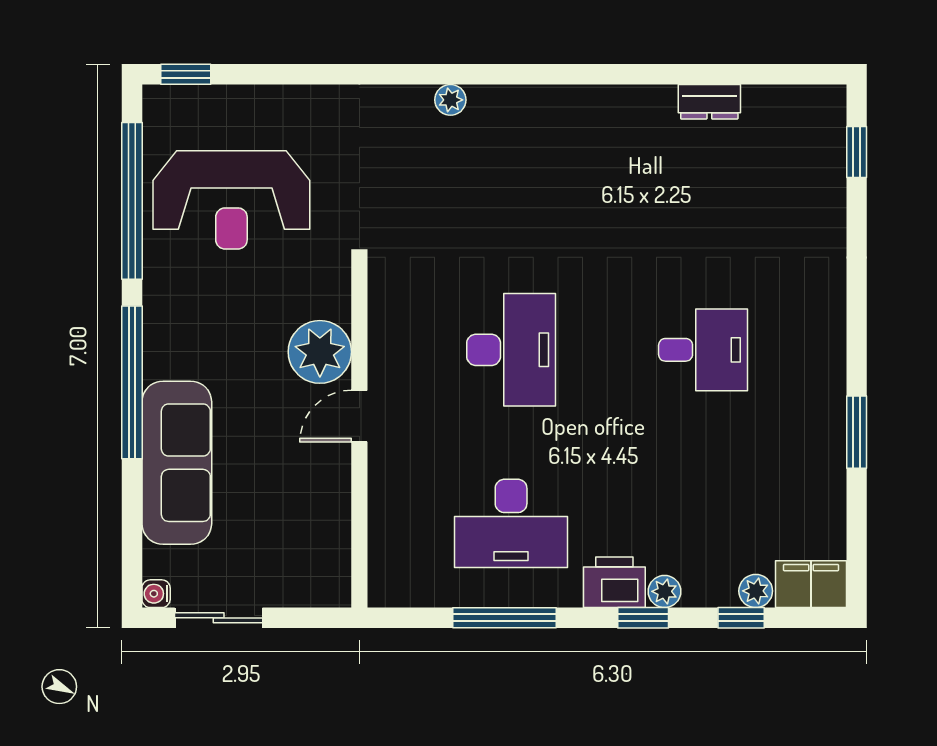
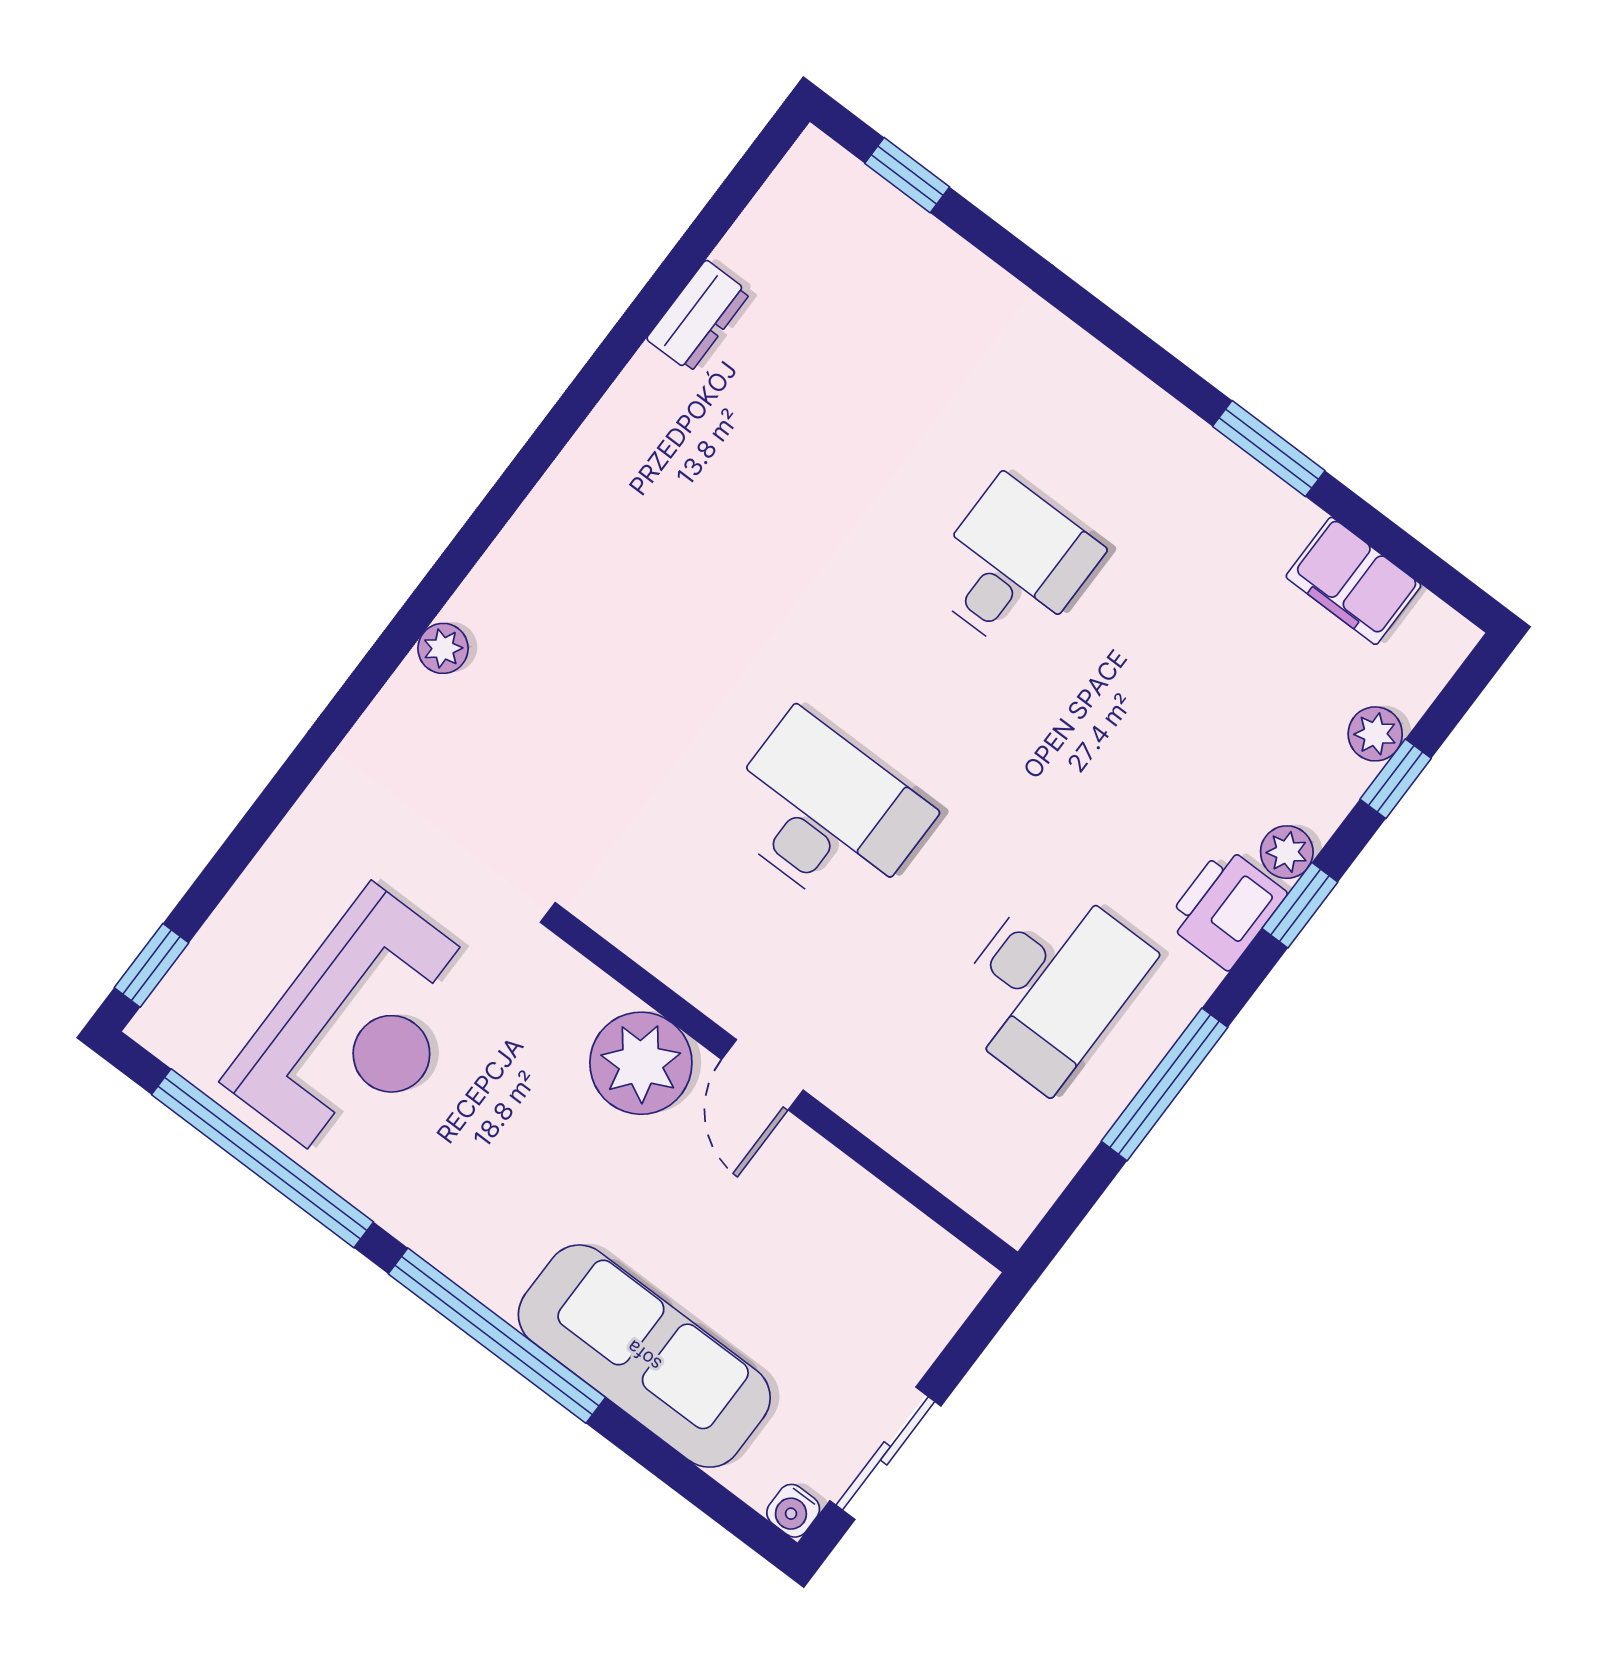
filing cabinet: (811, 584) -> (1353, 581), moved, turned -90

